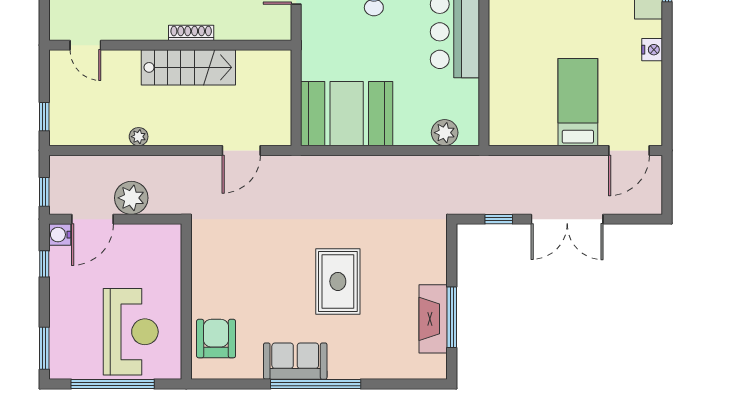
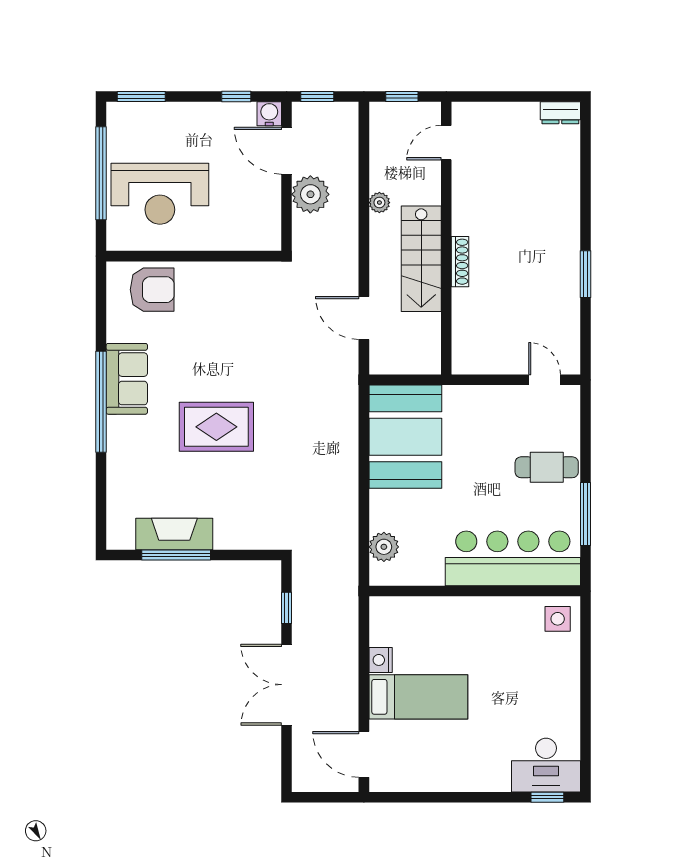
shoe rack: (191, 33) -> (460, 262), moved
door: (85, 45) -> (446, 143), moved
wall: (170, 45) -> (446, 238), moved
nightstand: (652, 50) -> (381, 660), moved, turned 90
stairs: (188, 67) -> (421, 259), moved

